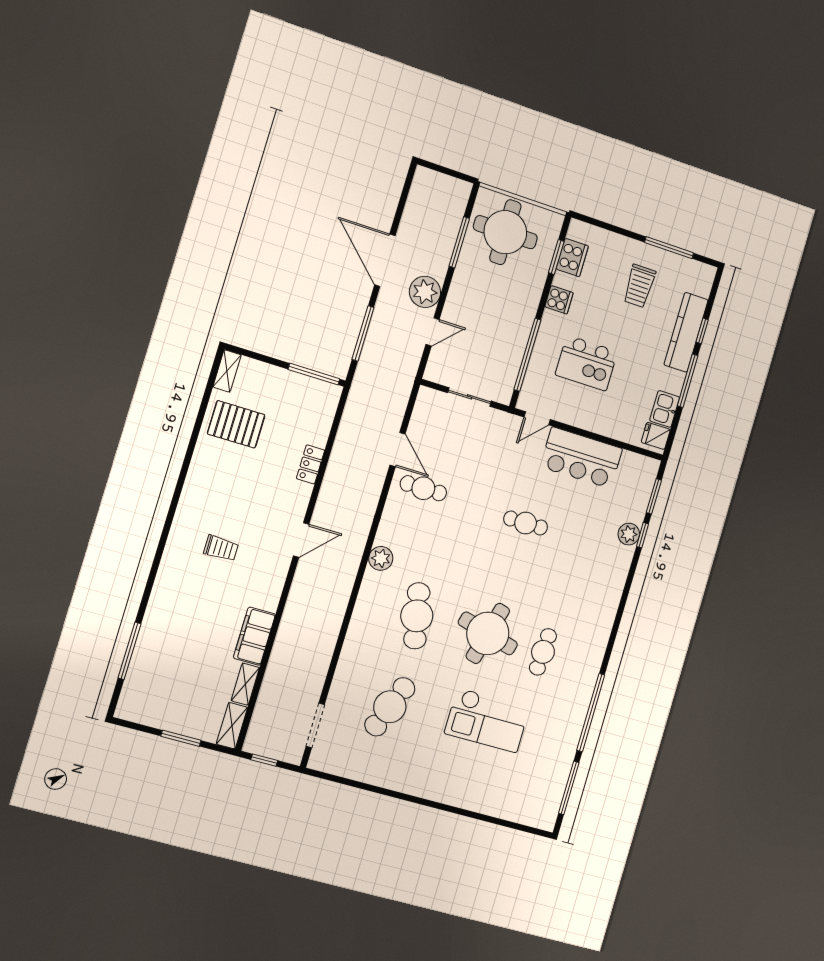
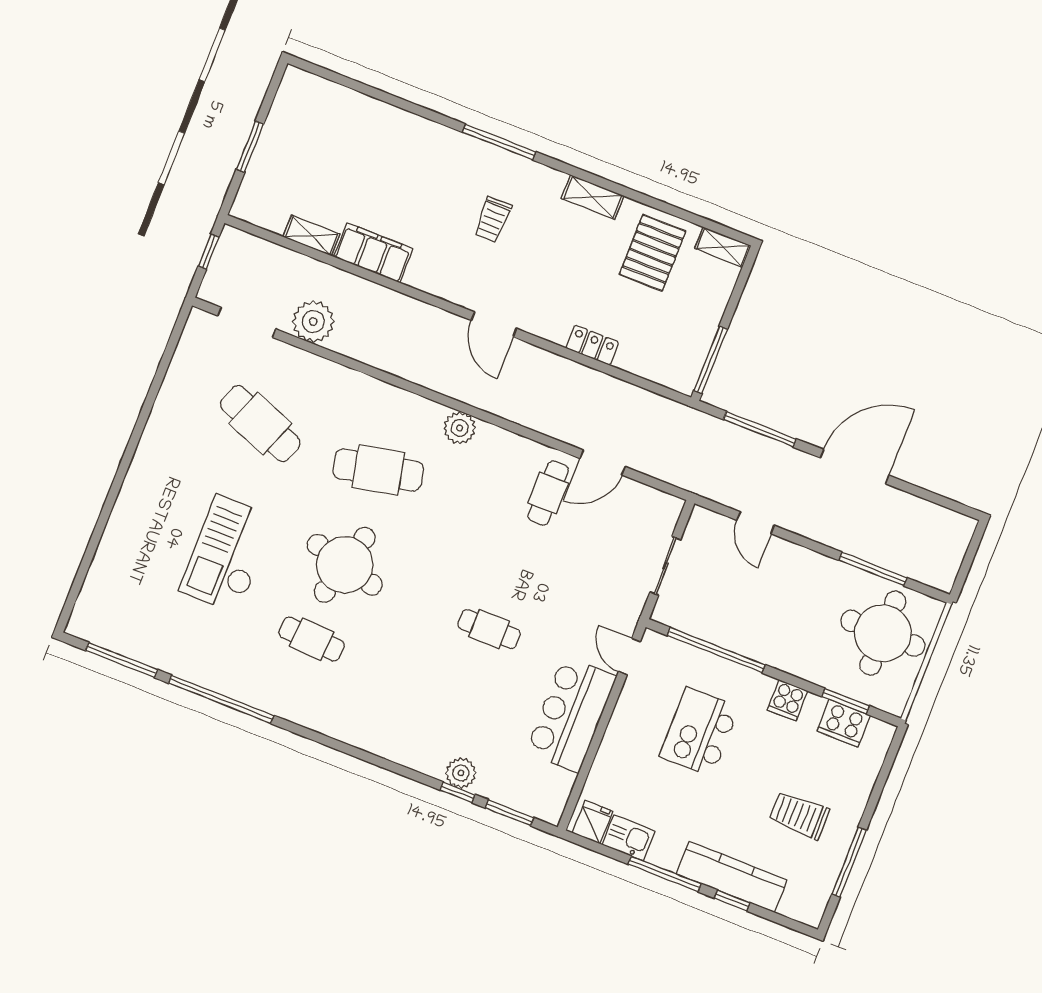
plant: (425, 292) -> (313, 322), moved
cafe table: (526, 523) -> (489, 629), turned 90
window: (130, 651) -> (499, 142), moved
shelving: (232, 726) -> (593, 197), moved

